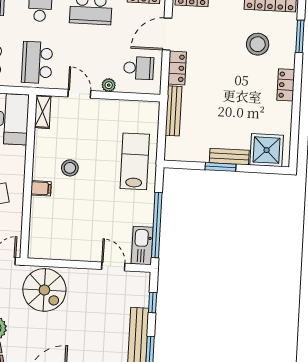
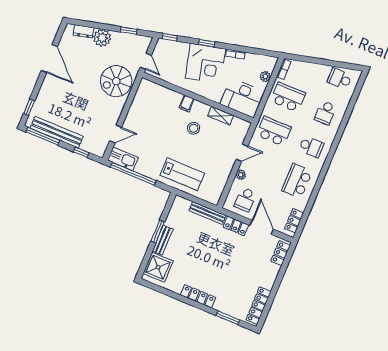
stool: (258, 44) -> (233, 287), removed
locker: (286, 85) -> (198, 296), width x1.53
shelving: (43, 112) -> (221, 116), moved

